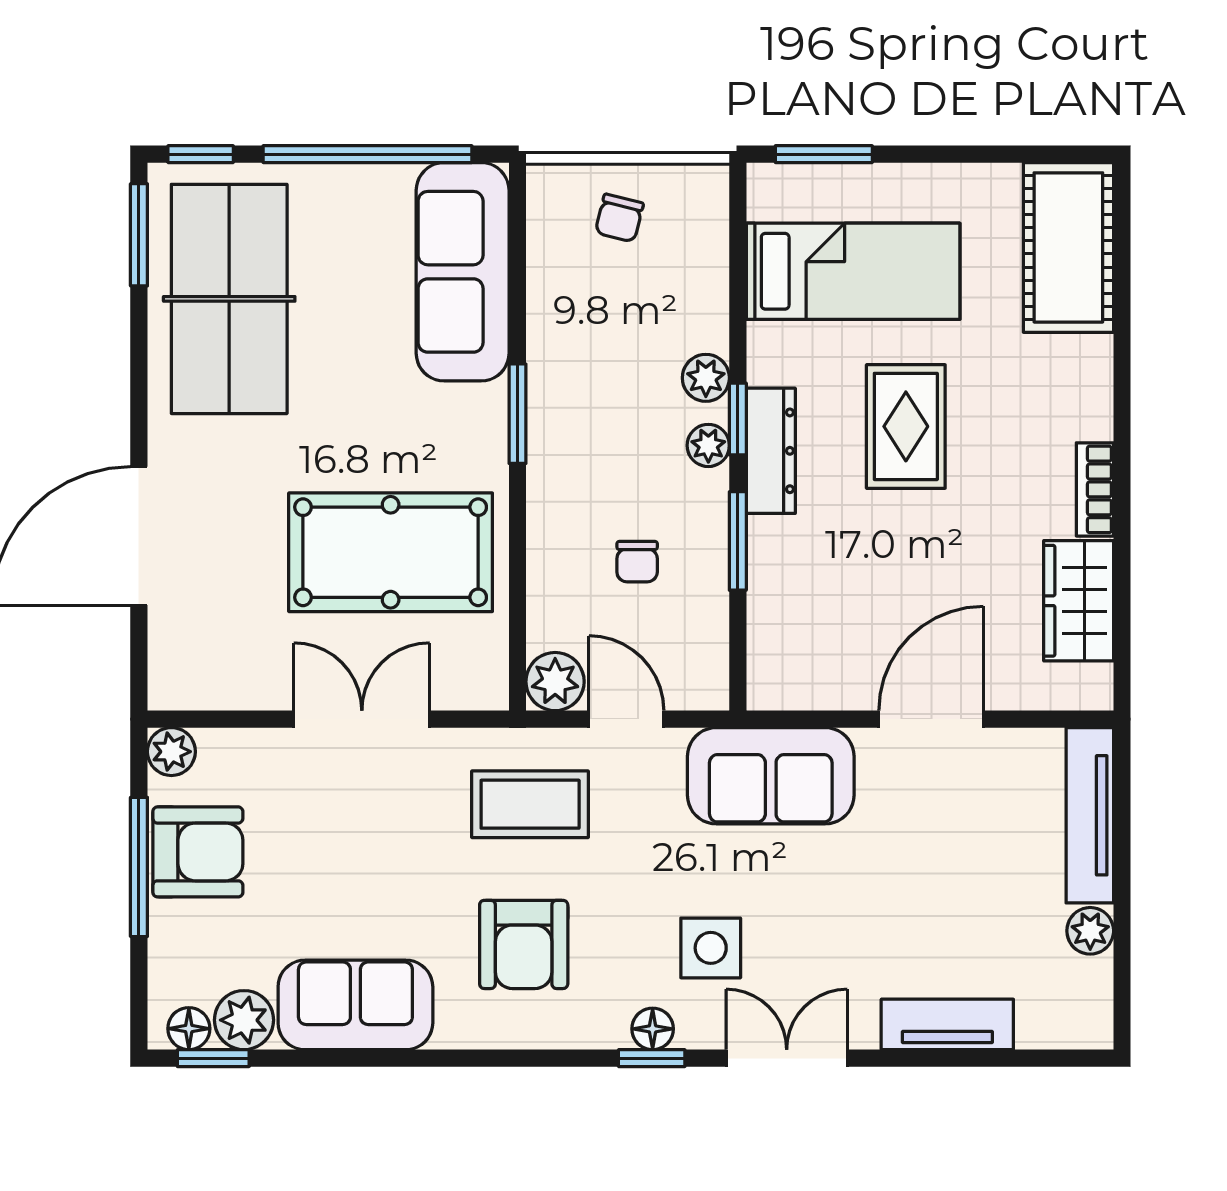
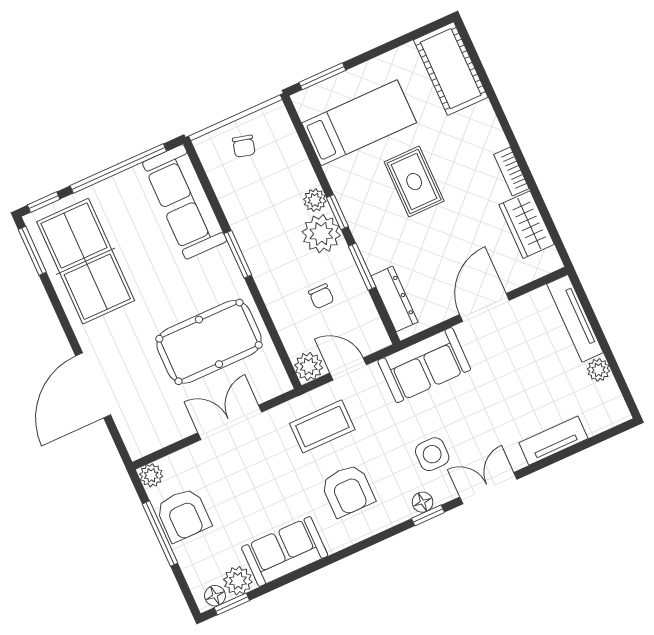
plant: (708, 445) -> (321, 234), width x1.88, depth x1.88
dresser: (771, 451) -> (394, 299), moved
armchair: (198, 852) -> (183, 515), turned 90

